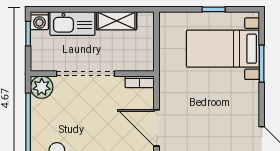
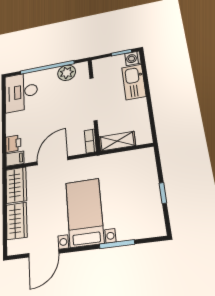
shelving: (116, 21) -> (117, 141), moved, turned 90
bed with nightstands: (223, 49) -> (85, 212), moved
plant: (42, 87) -> (67, 73), moved

